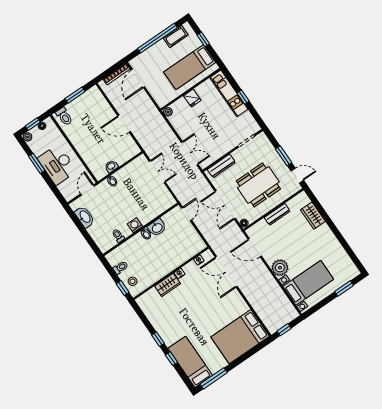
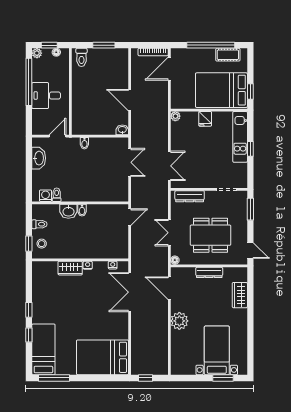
window: (203, 39) -> (250, 91), moved
bed: (190, 67) -> (221, 90), width x1.50
window: (284, 156) -> (250, 209), moved
window: (37, 163) -> (29, 82), width x2.11
desk: (57, 165) -> (46, 96), width x0.73
washbasin: (111, 166) -> (122, 130), moved
double door: (225, 205) -> (169, 233), width x0.73
washing machine: (135, 225) -> (46, 196), moved
washbasin: (157, 228) -> (68, 211), moved
bed with nightstands: (308, 283) -> (217, 350), moved, turned -90

